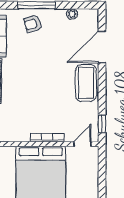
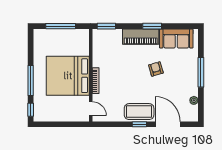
armchair: (33, 24) -> (156, 69), moved
window: (102, 124) -> (139, 124), moved

